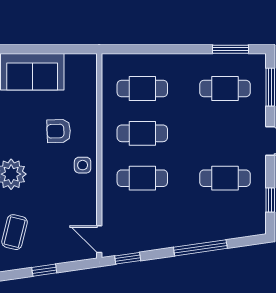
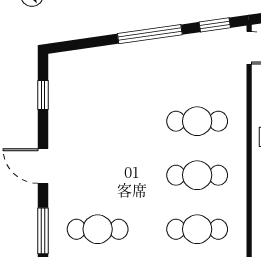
cafe table: (225, 178) -> (98, 121), removed
window: (200, 248) -> (150, 34), moved

